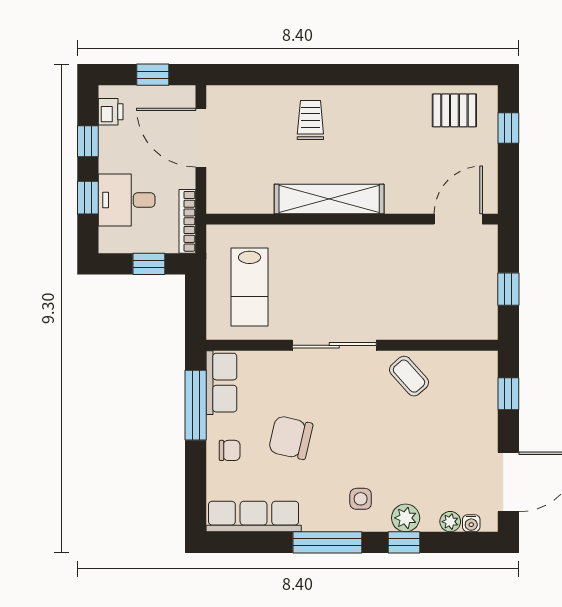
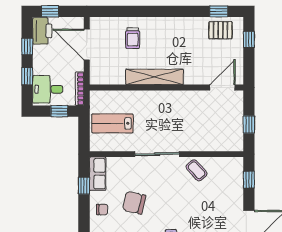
window: (153, 75) -> (50, 11), moved
window: (451, 75) -> (219, 11), added
printer: (111, 112) -> (42, 31), width x1.87, depth x1.48
trolley: (310, 120) -> (133, 38), moved, turned 180
desk: (127, 200) -> (48, 89), moved
lab bench: (250, 287) -> (112, 123), turned 90
window: (196, 405) -> (84, 186), width x0.46

